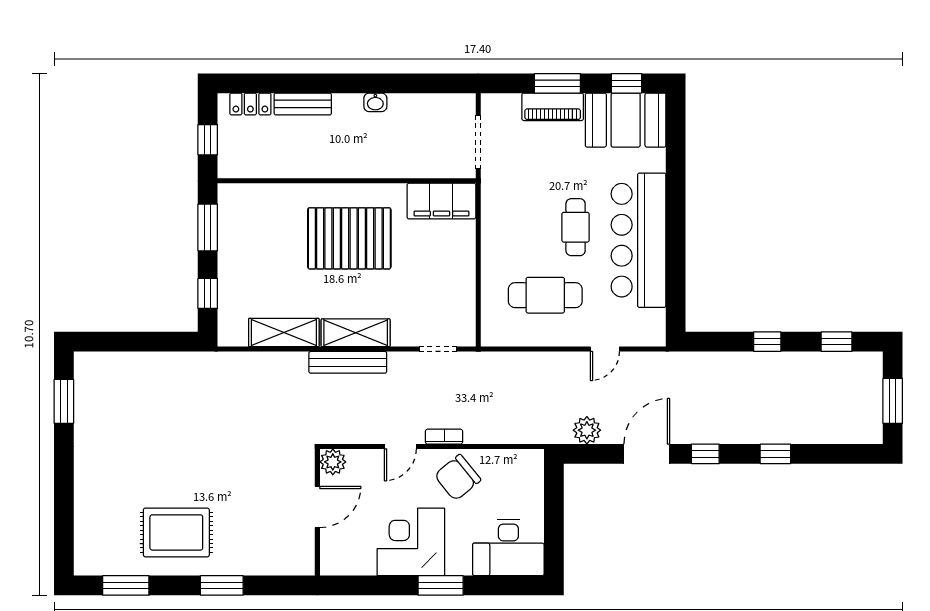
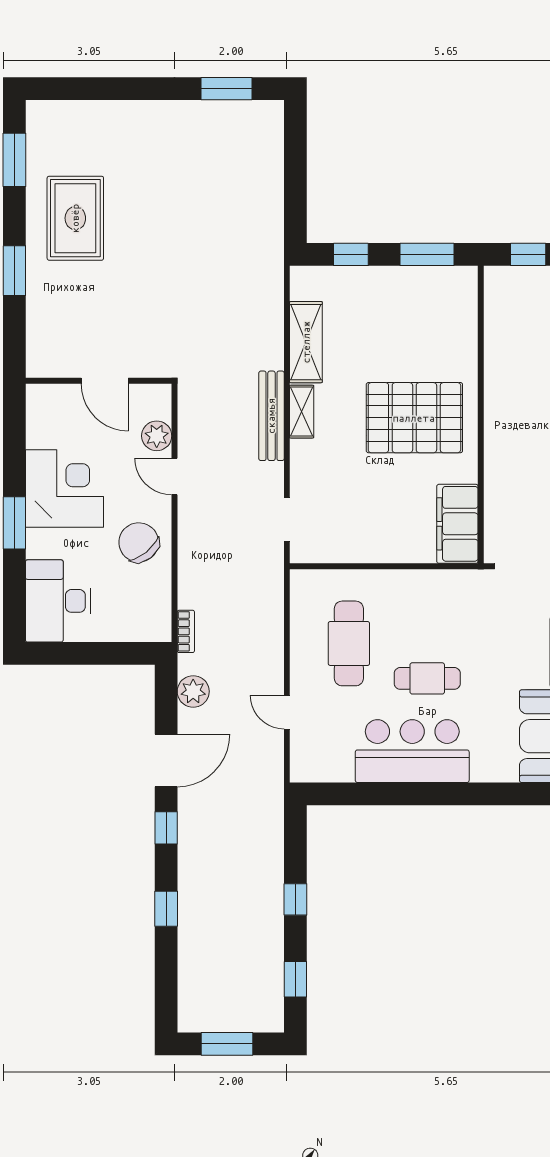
pallet: (349, 238) -> (414, 418), turned 90
bar counter: (639, 240) -> (412, 751), width x0.73
shelving: (356, 333) -> (302, 412), width x0.67, depth x0.75
bookcase: (444, 437) -> (186, 631), moved
door: (647, 454) -> (166, 761), hinge flipped
plant: (333, 462) -> (157, 436), moved

